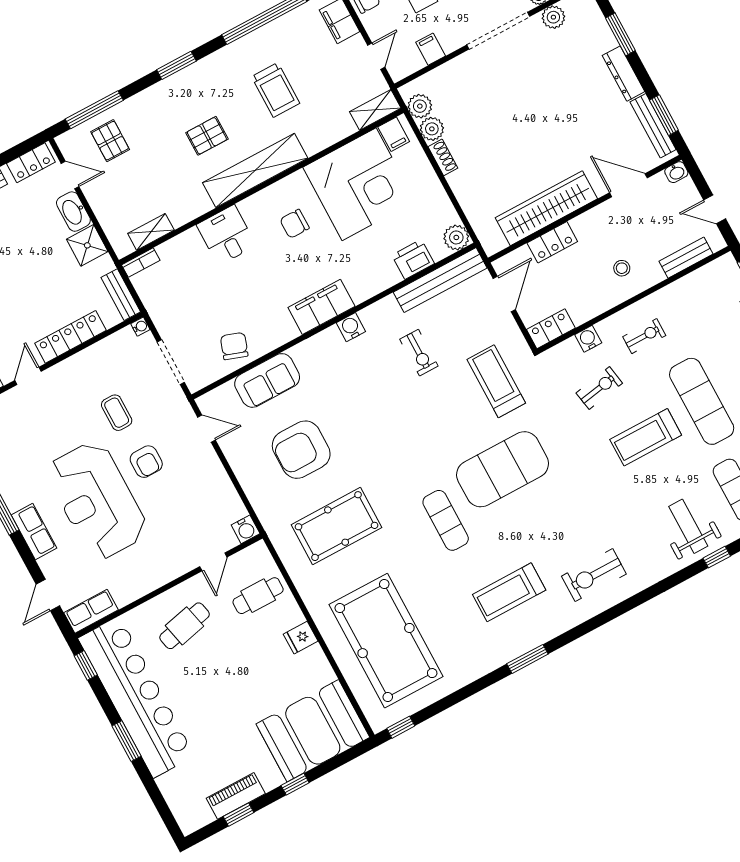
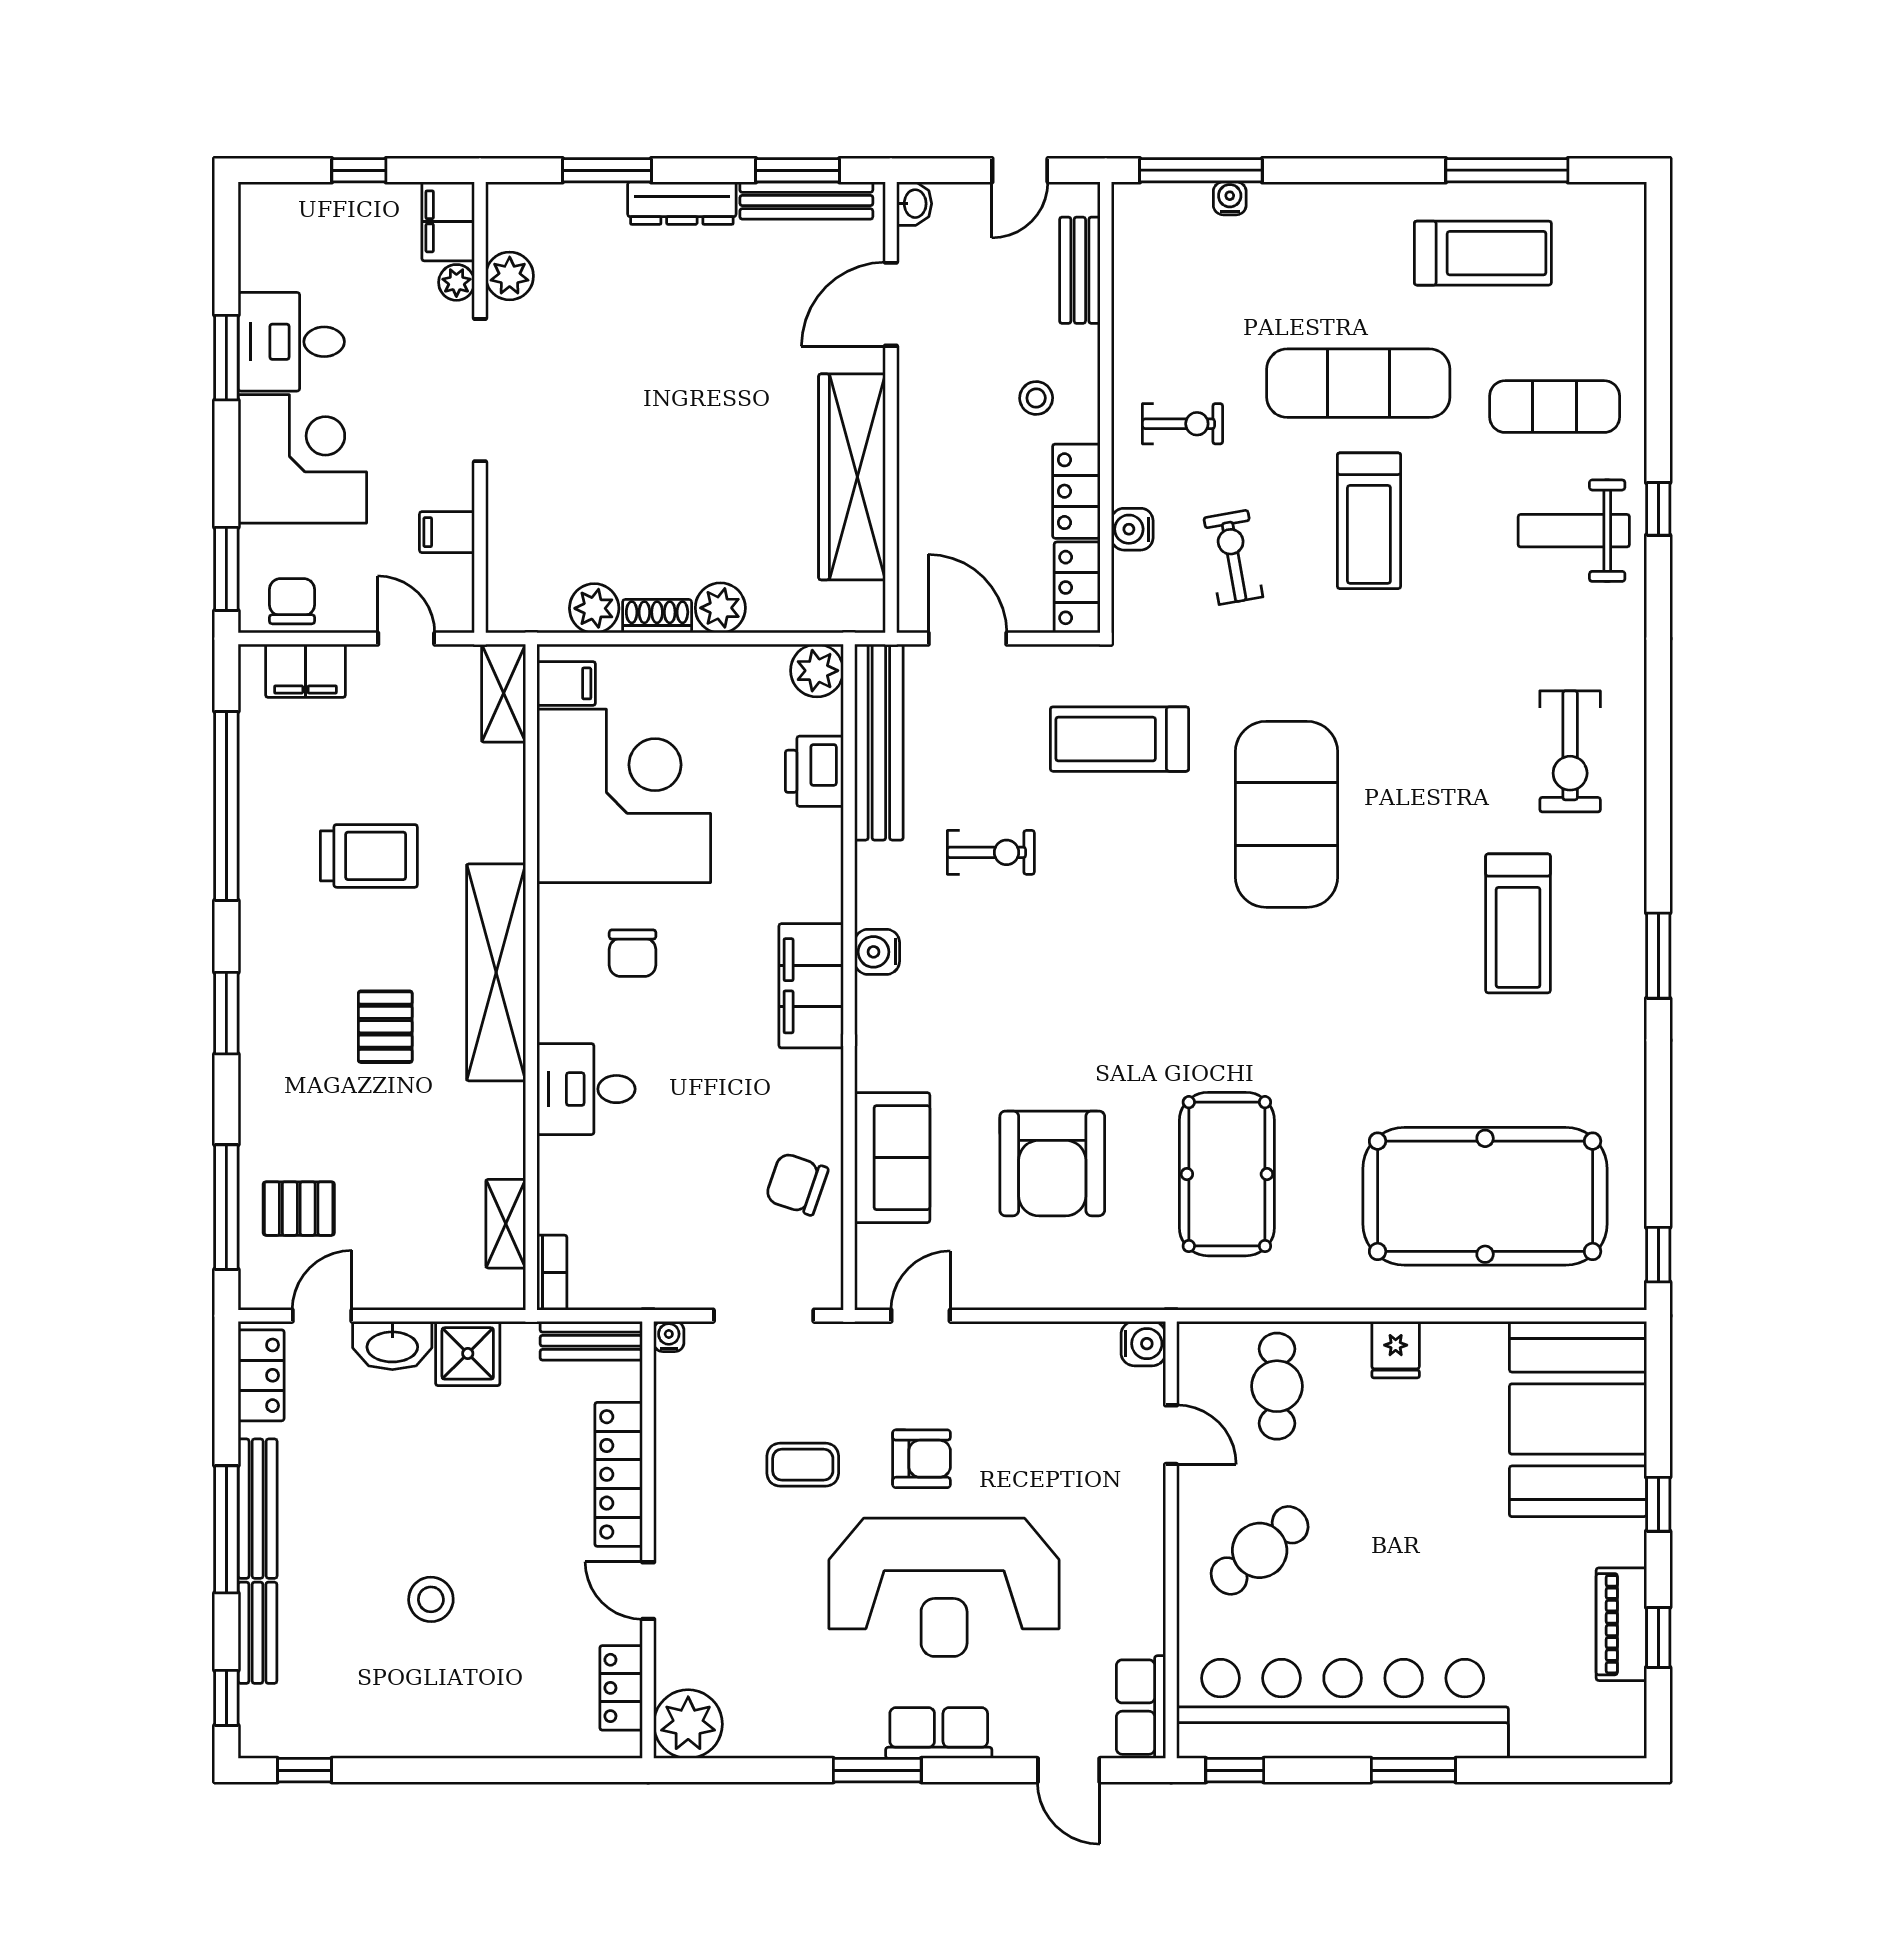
plant: (420, 106) -> (720, 608), moved
locker: (552, 242) -> (1076, 491), moved, turned 180
exercise bike: (644, 336) -> (1183, 424), turned 90
exercise mat: (446, 520) -> (1324, 969), removed
cafe table: (185, 626) -> (1260, 1550), turned 63

